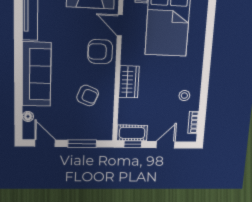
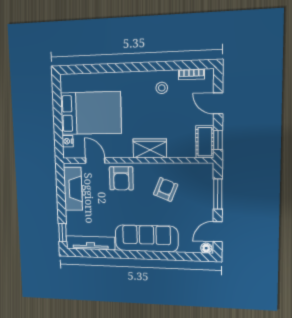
door: (120, 25) -> (95, 160), swing flipped
floor lamp: (28, 116) -> (206, 248), moved

